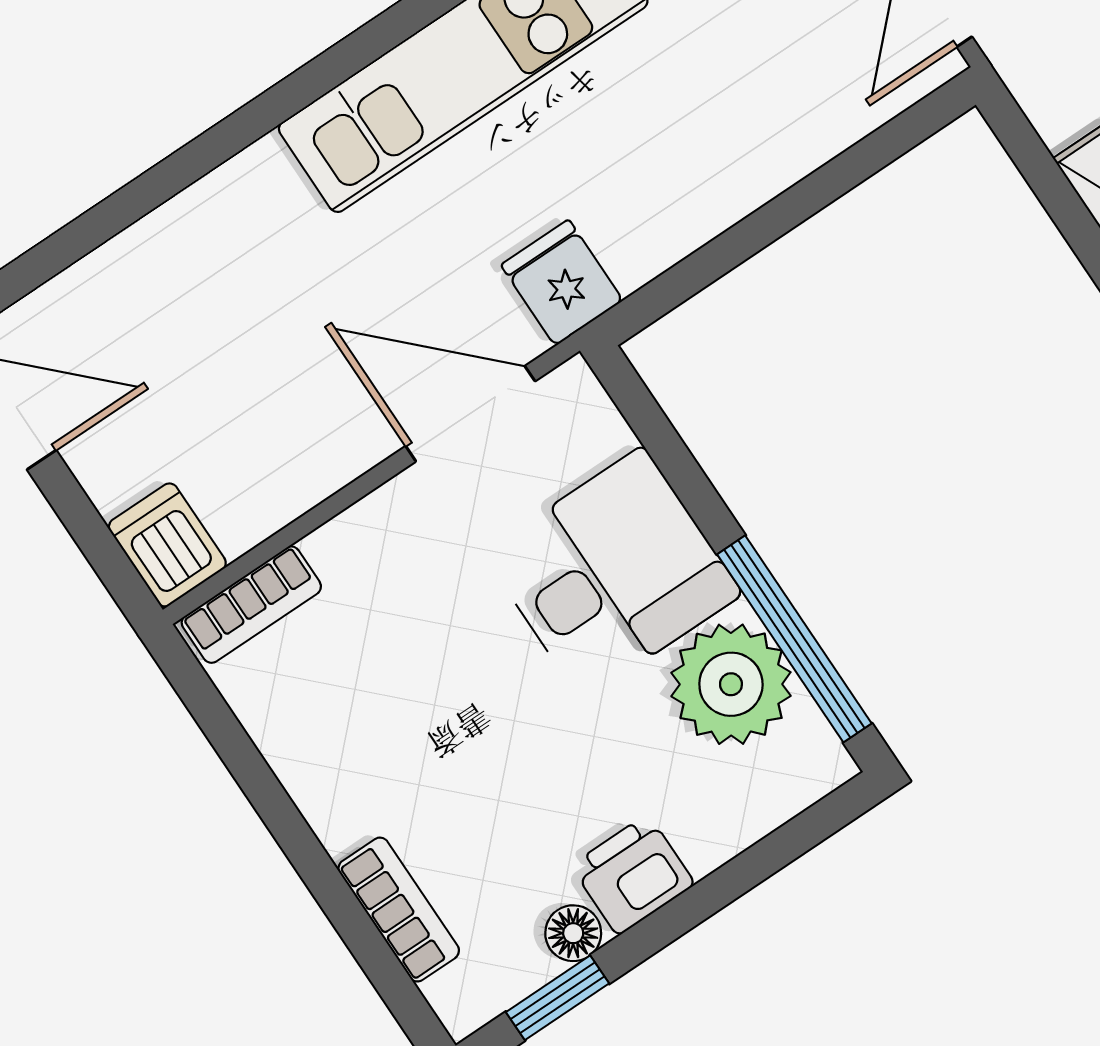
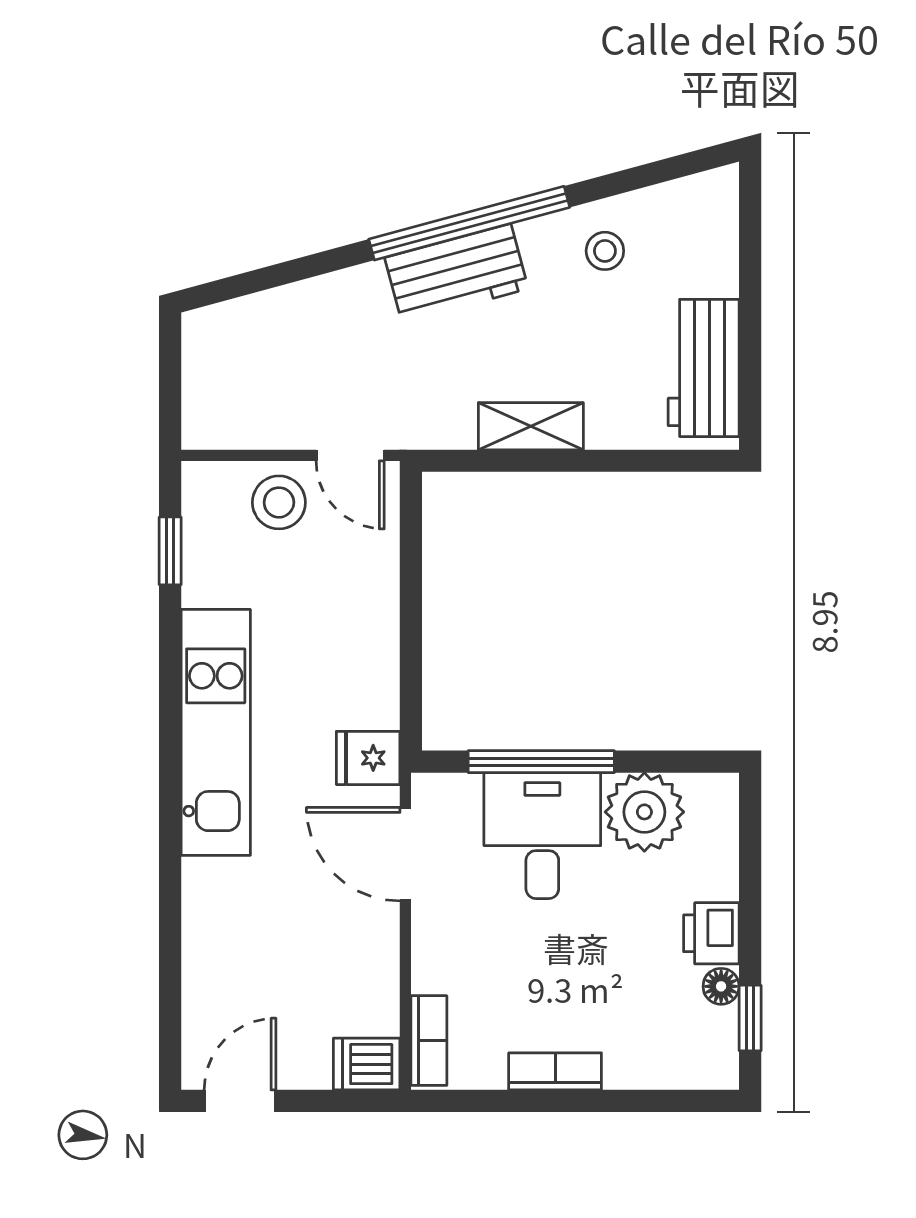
door: (470, 414) -> (405, 854), hinge flipped
window: (794, 639) -> (541, 762), moved
bookcase: (399, 910) -> (555, 1071), moved

